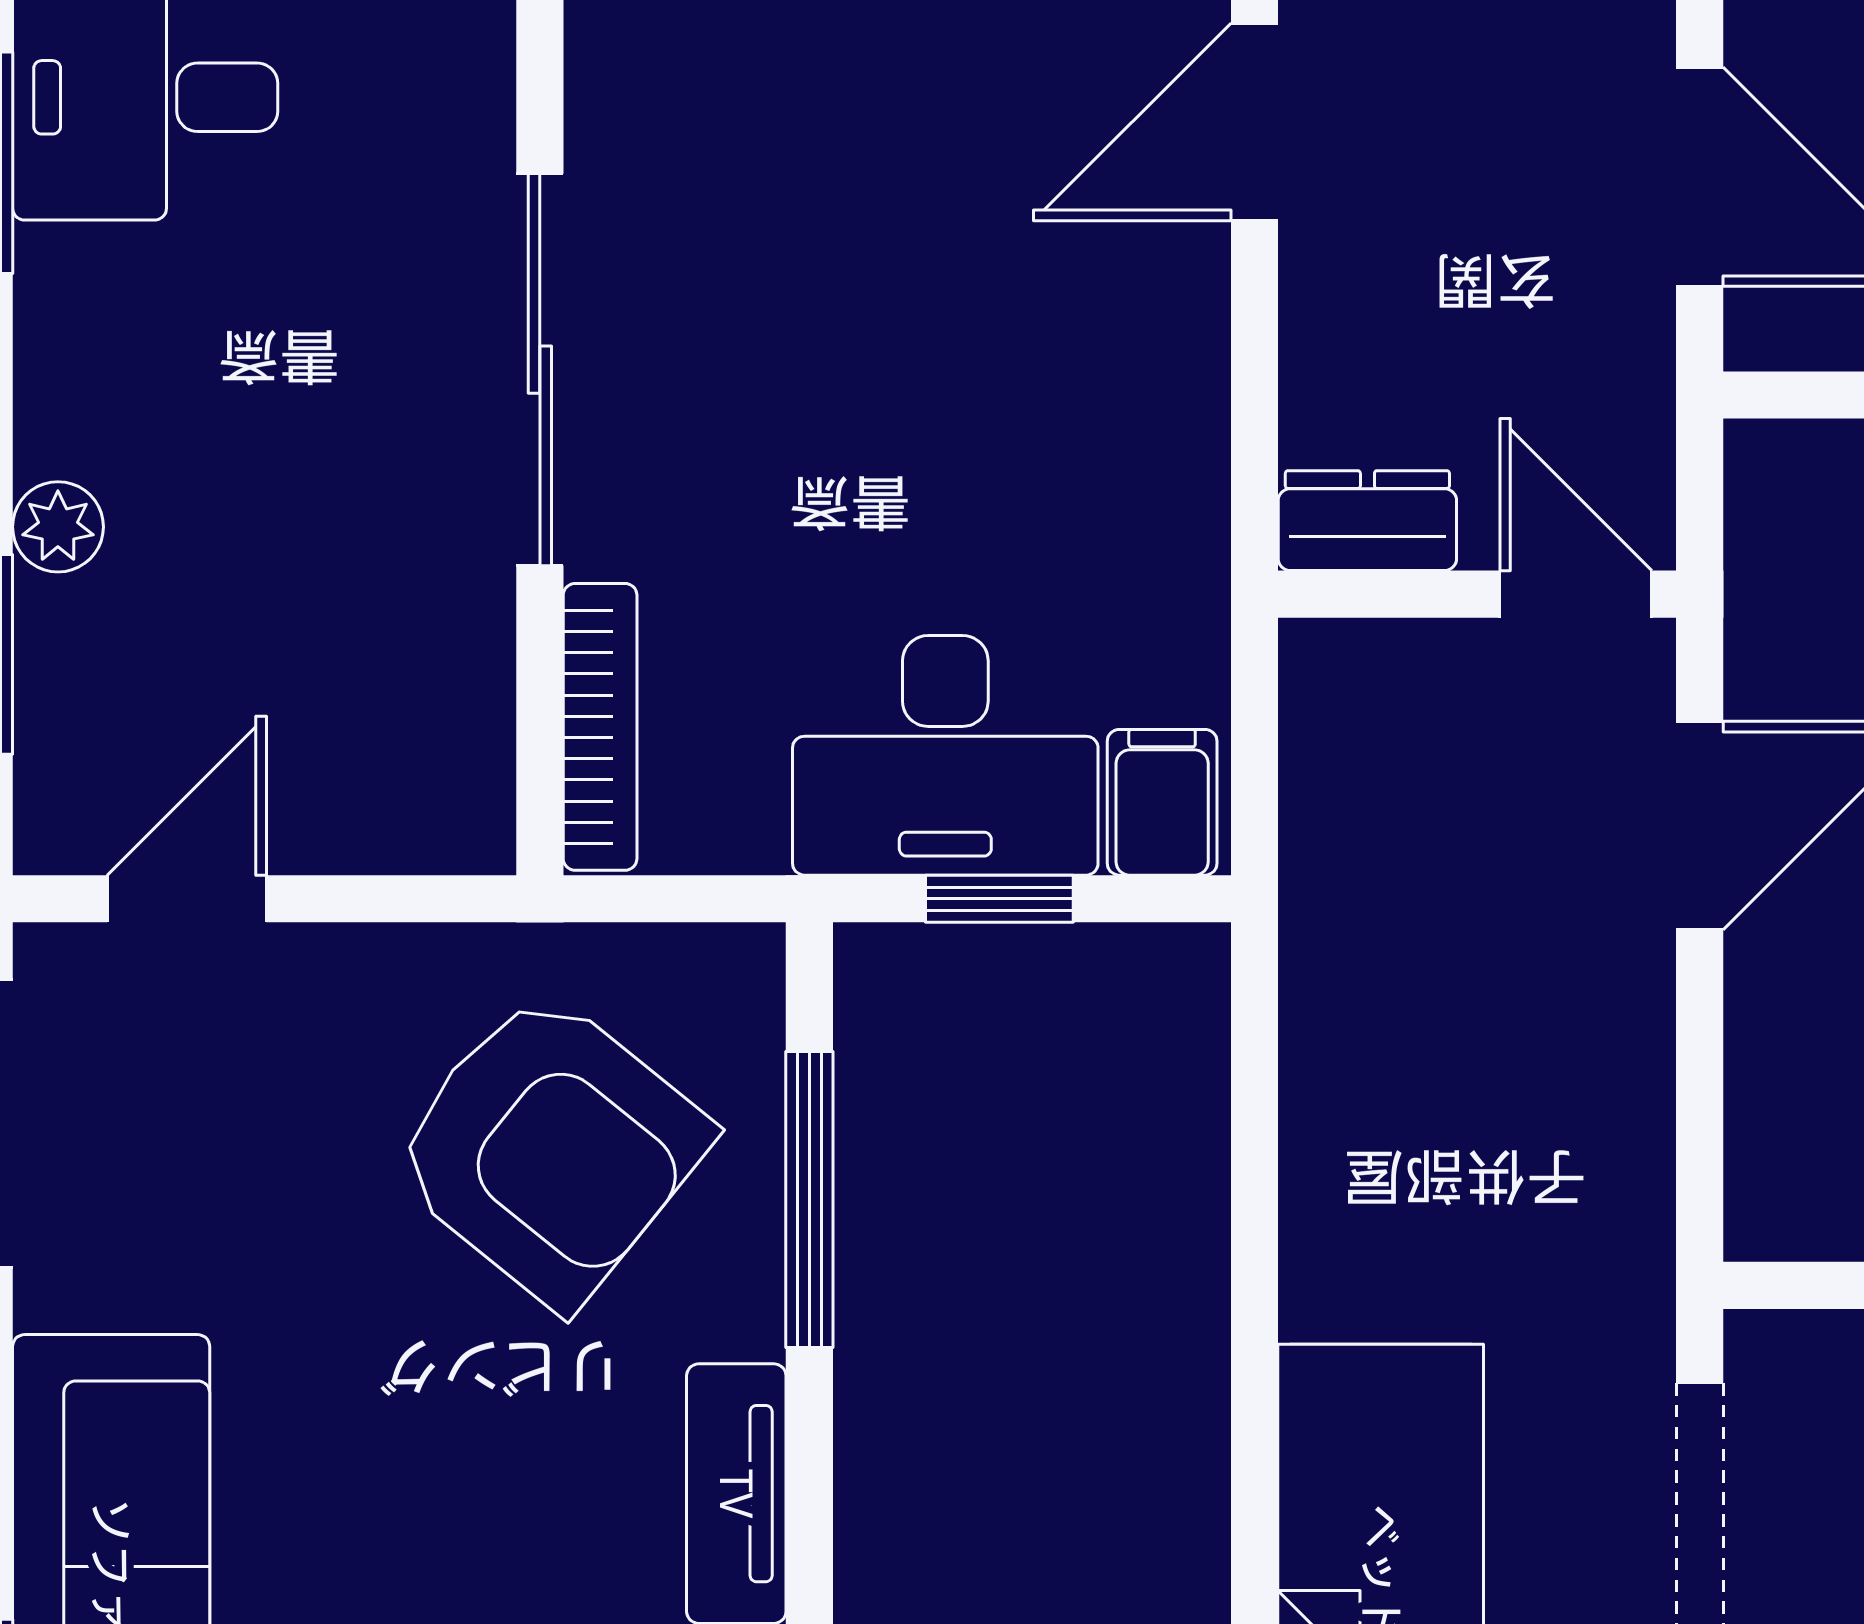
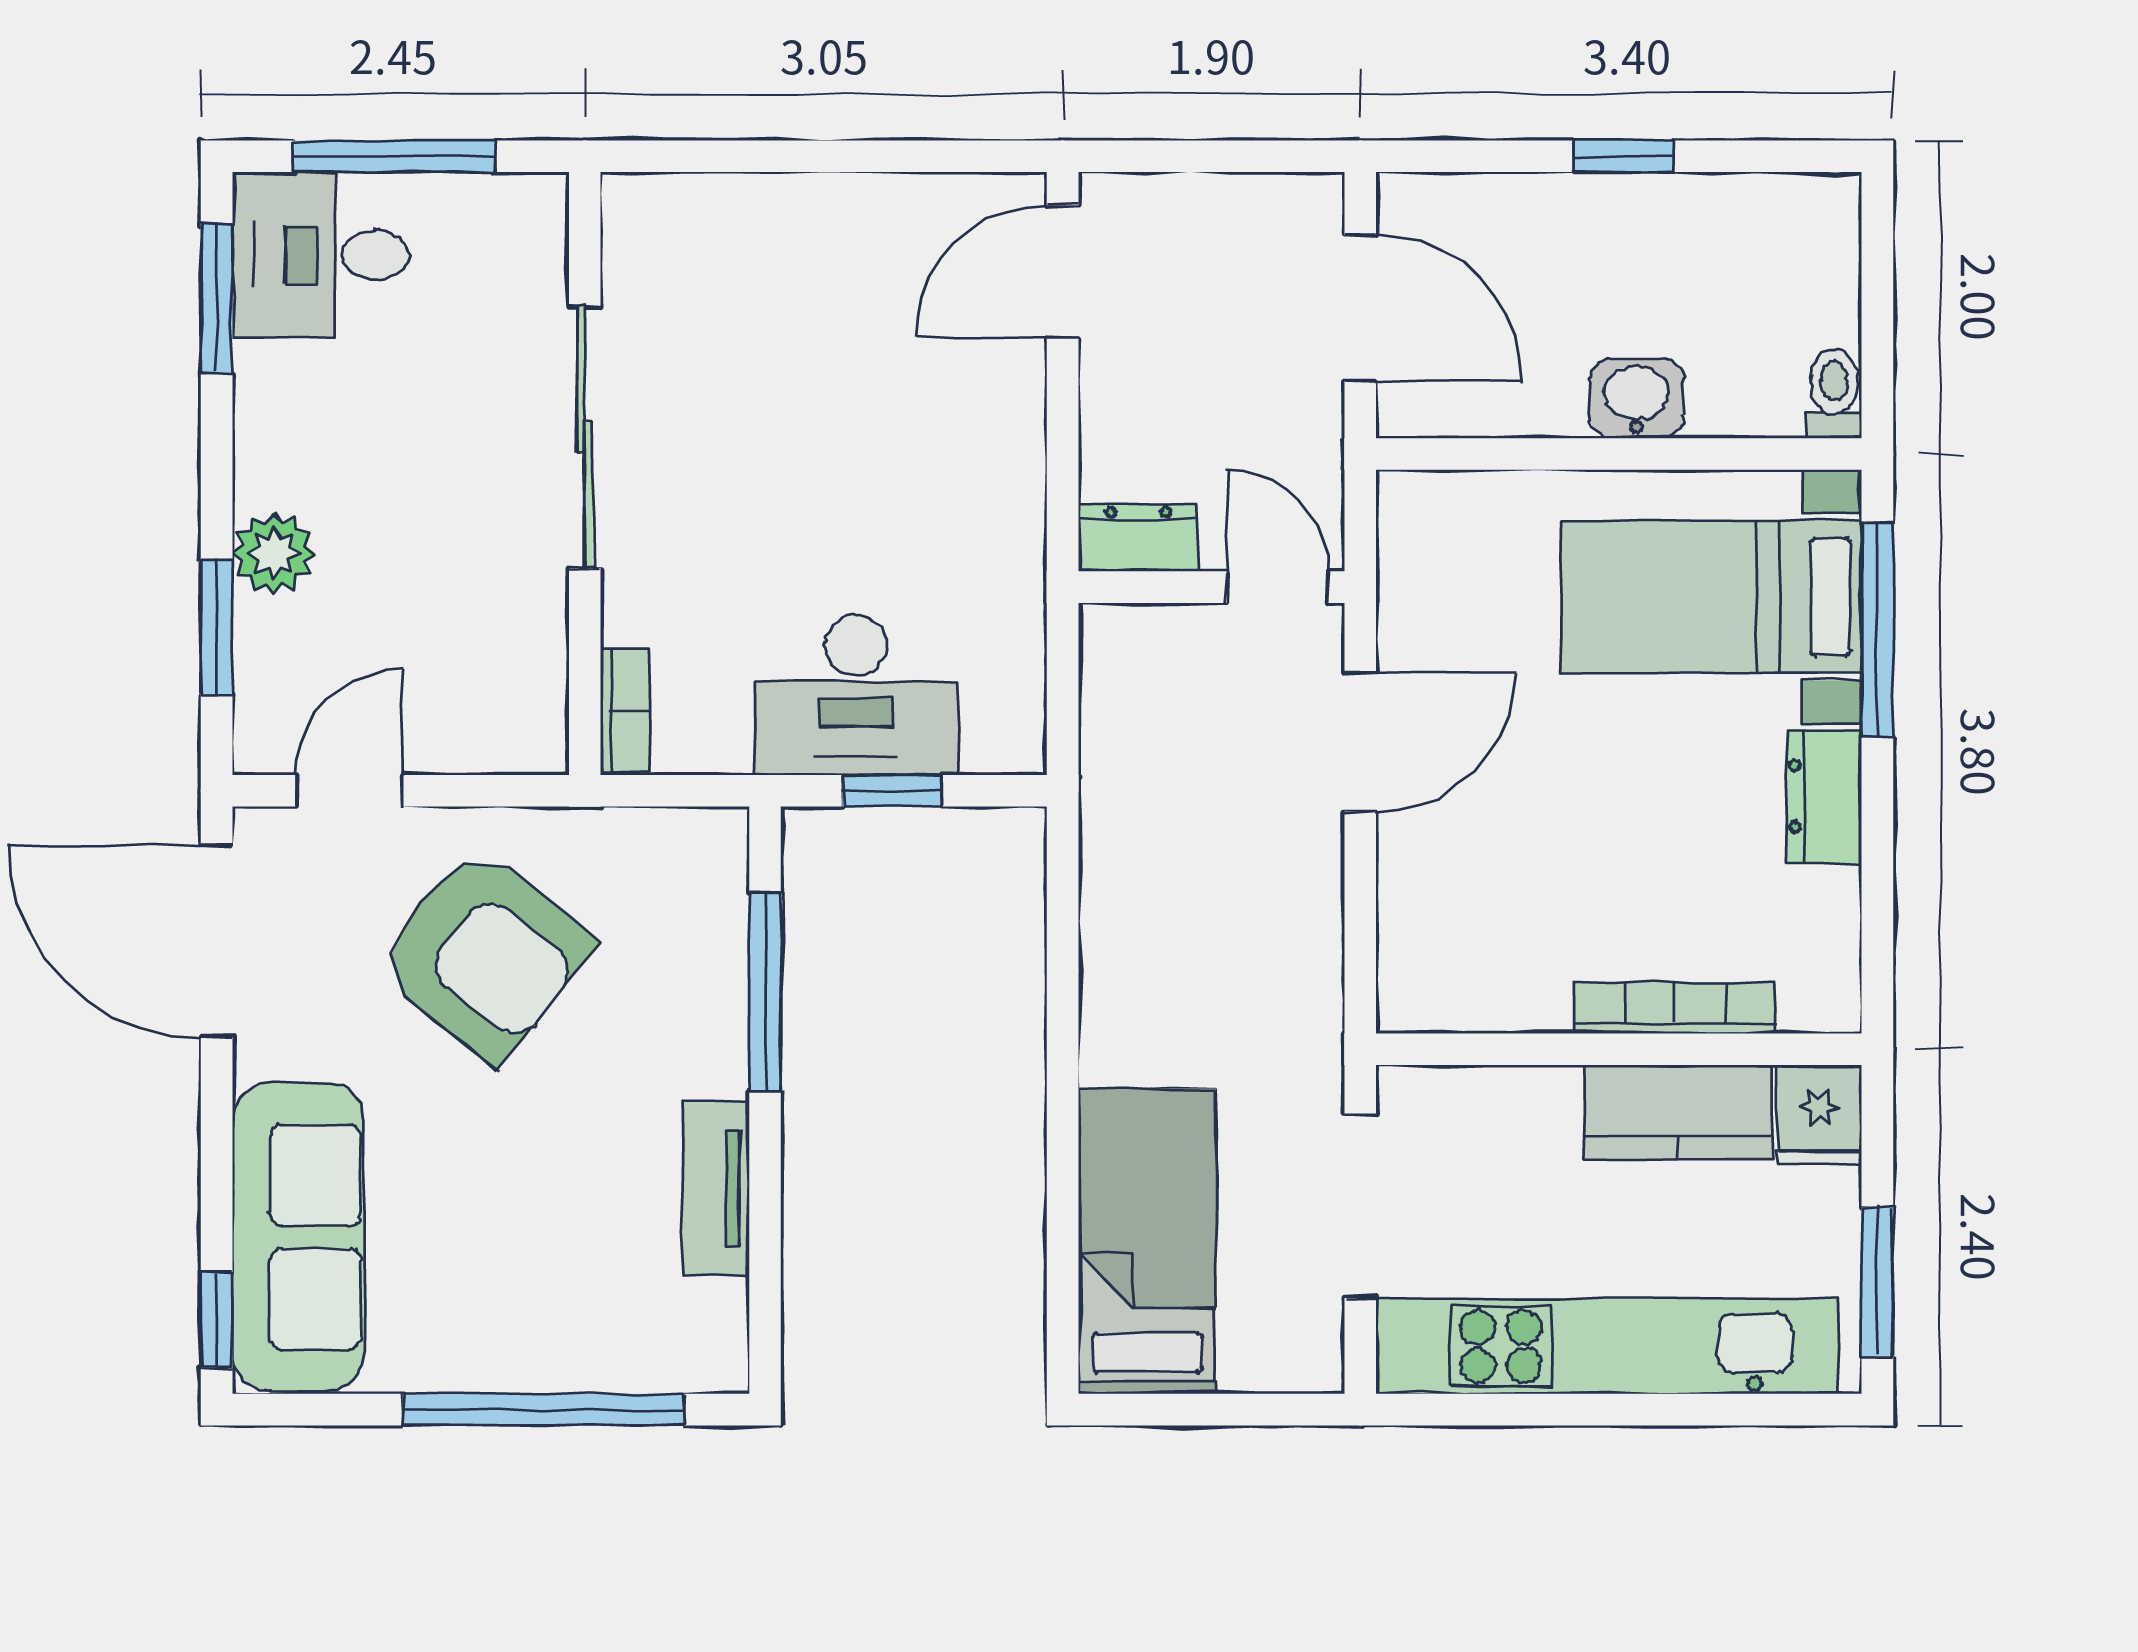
plant: (58, 527) -> (274, 553), width x1.38, depth x1.38
bookcase: (600, 727) -> (625, 710), width x0.64
filing cabinet: (1162, 802) -> (1001, 726), removed
armchair: (550, 1148) -> (484, 954), moved

